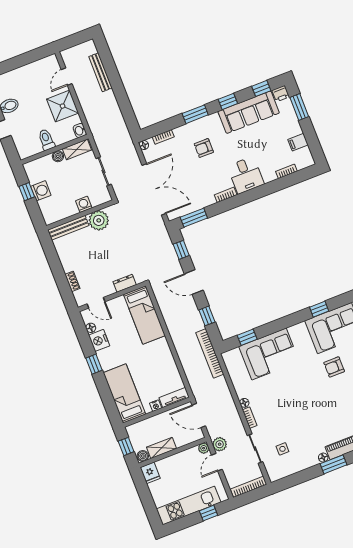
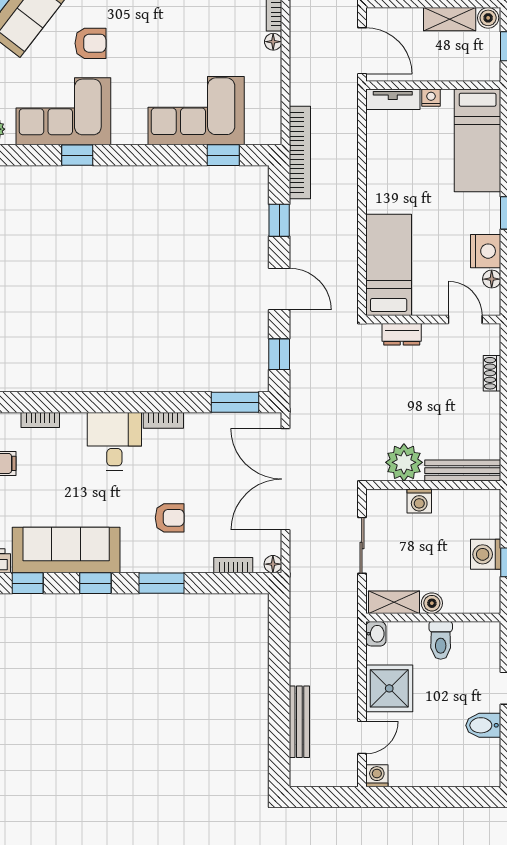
washing machine: (52, 61) -> (377, 776), added

